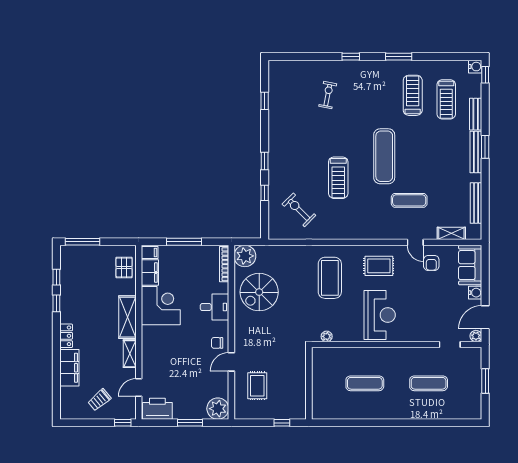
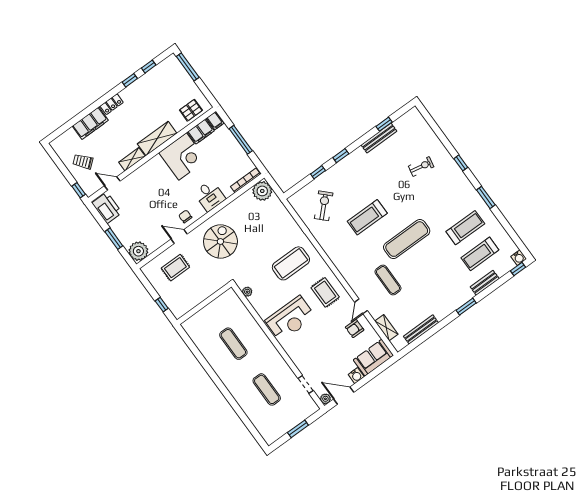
bench: (476, 152) -> (379, 138), moved
spiral stairs: (259, 292) -> (220, 241), moved, turned 90

